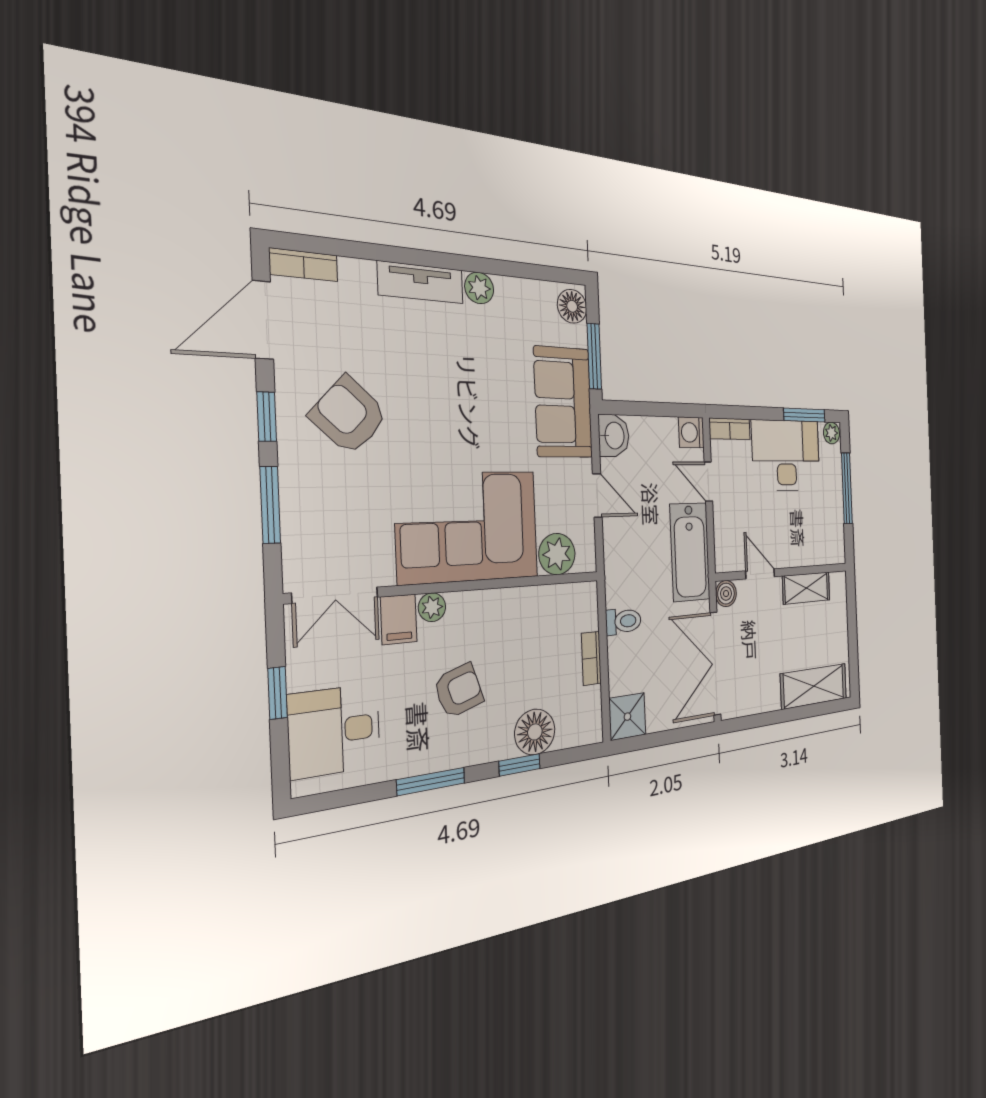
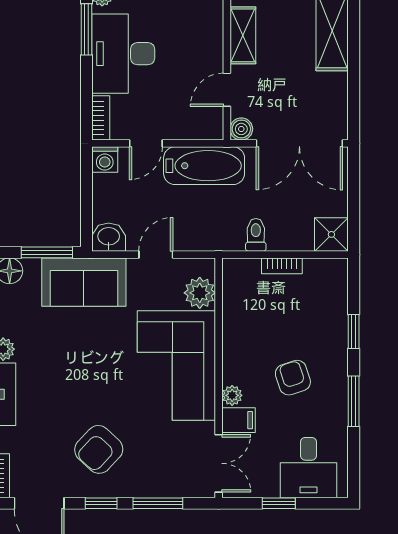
floor lamp: (535, 732) -> (331, 318), removed

